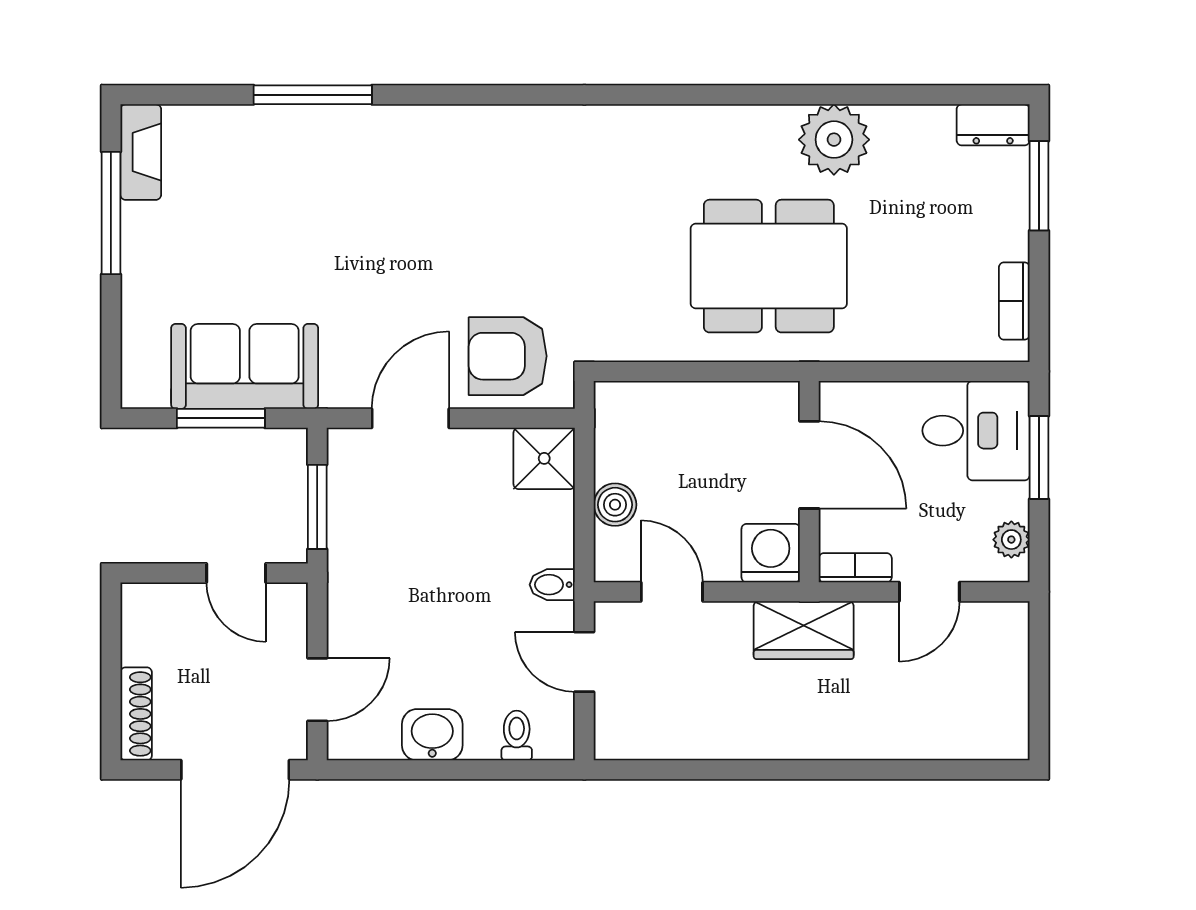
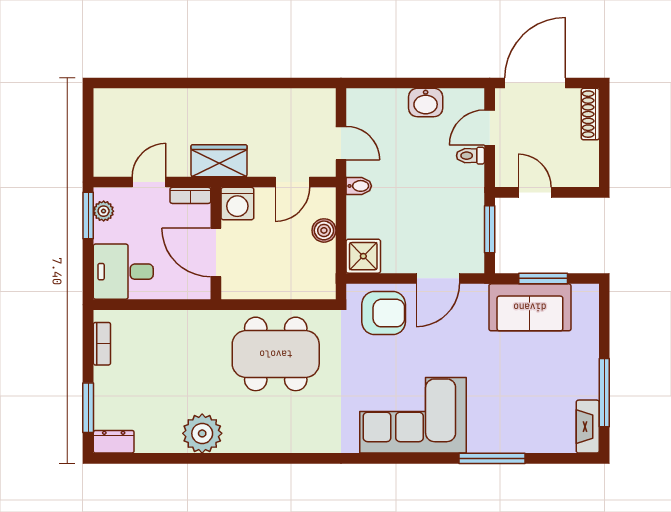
corner sofa: (455, 172) -> (413, 415), added
dining table: (769, 266) -> (276, 354), moved
window: (1039, 458) -> (88, 216), moved
door: (672, 592) -> (292, 182), hinge flipped
toilet: (517, 736) -> (470, 156), moved, turned 90

